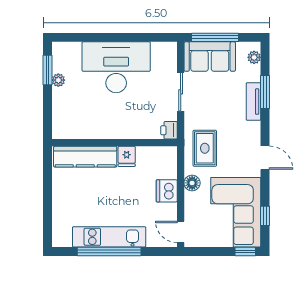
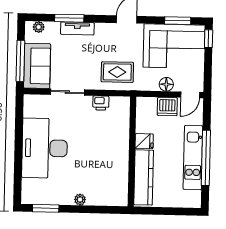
plant: (58, 80) -> (80, 200), moved
wall: (114, 143) -> (132, 152), moved
fridge: (127, 156) -> (144, 141), moved
kitchen counter: (85, 157) -> (144, 177), moved
floor lamp: (192, 183) -> (166, 84), moved
dishwasher: (167, 191) -> (167, 107), moved
window: (265, 216) -> (178, 21), width x1.50

